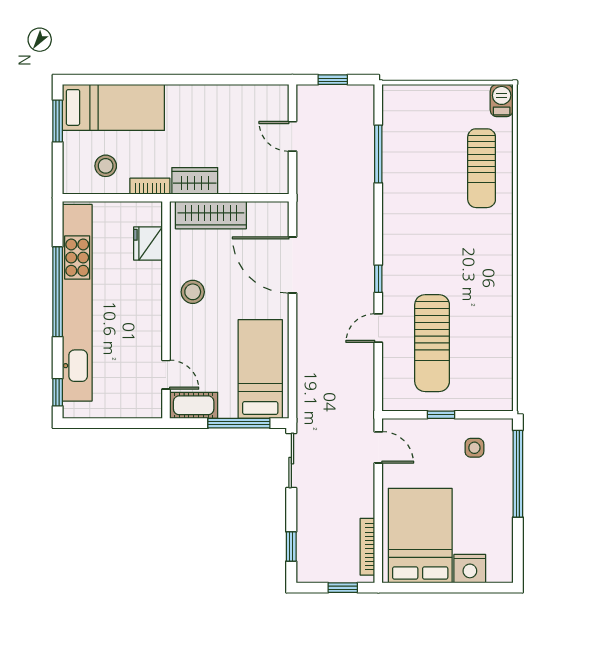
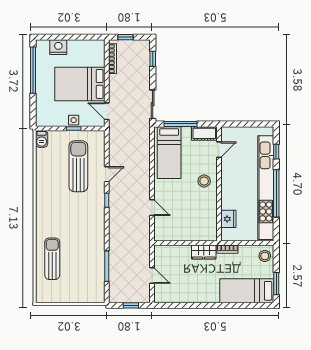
barbecue: (502, 101) -> (42, 139), moved
stool: (106, 166) -> (265, 256), moved
wardrobe: (211, 215) -> (195, 234), removed
door: (292, 265) -> (152, 208), width x0.53
stool: (193, 292) -> (204, 181), moved
door: (166, 375) -> (219, 150), swing flipped
window: (58, 392) -> (276, 152), moved
side table: (474, 448) -> (74, 120), moved
window: (518, 474) -> (33, 70), moved
bed: (420, 536) -> (80, 84), moved, turned 90

